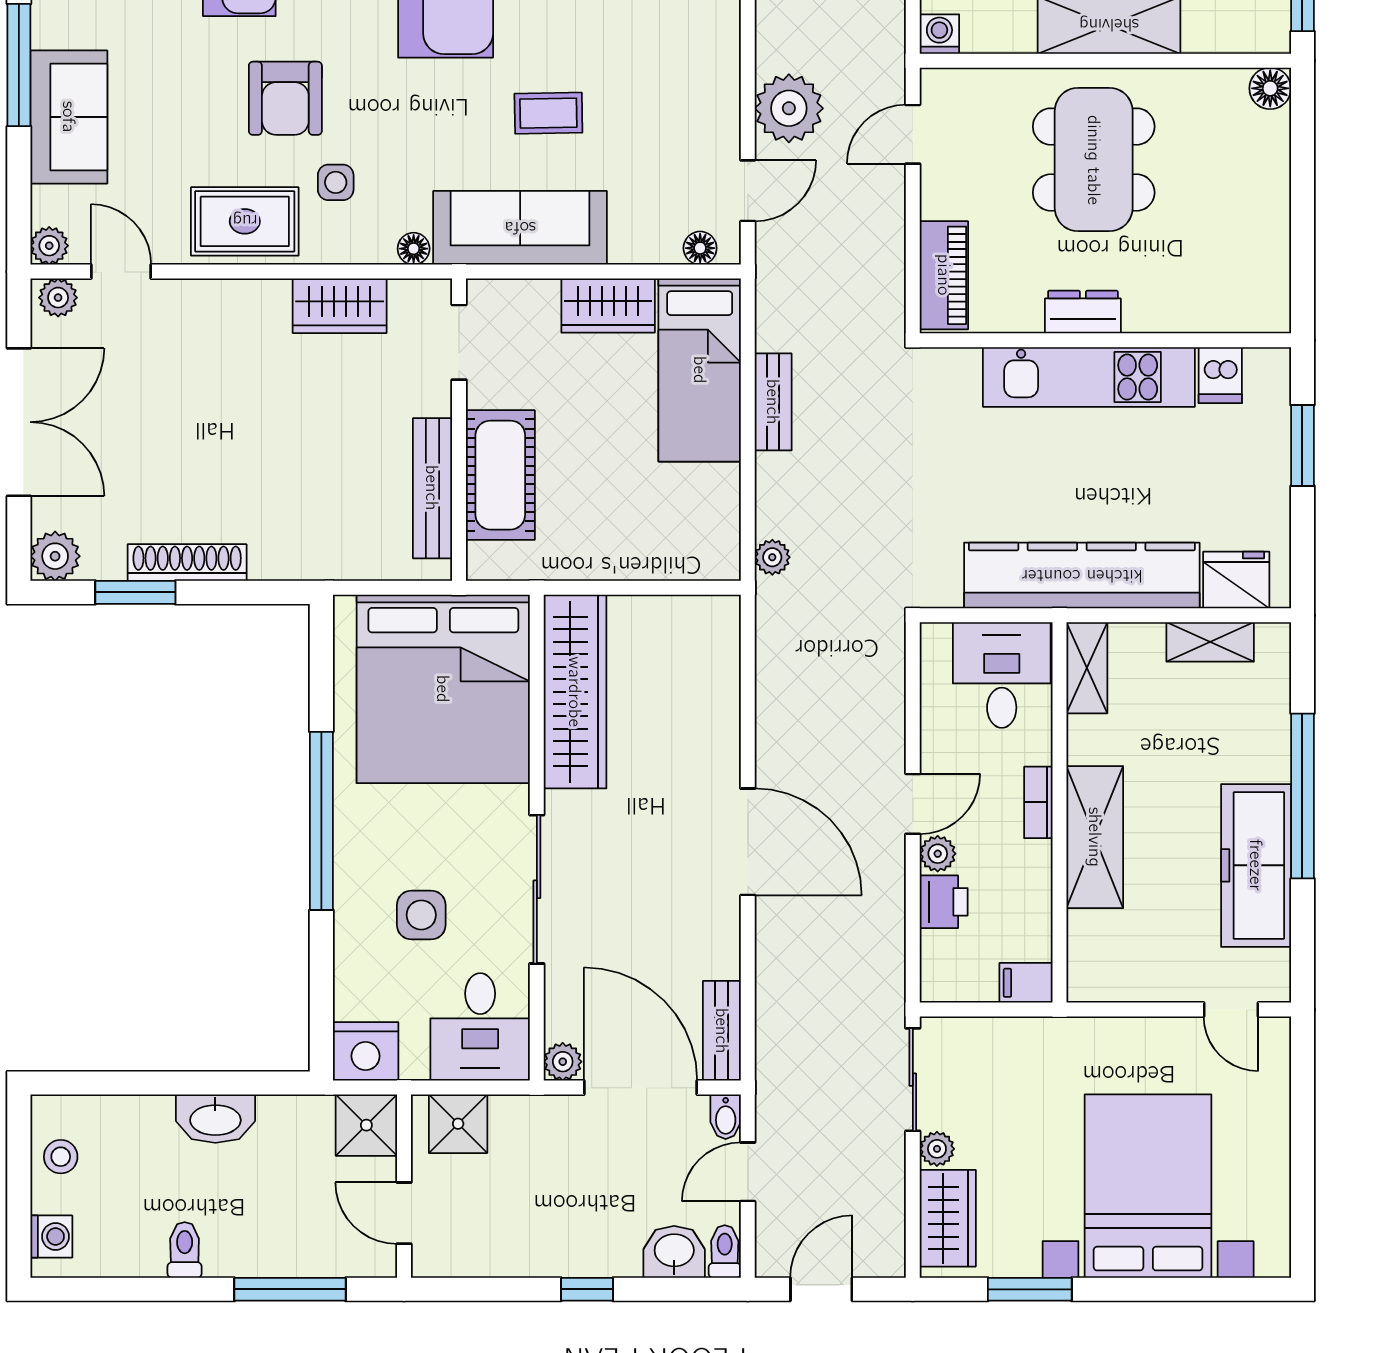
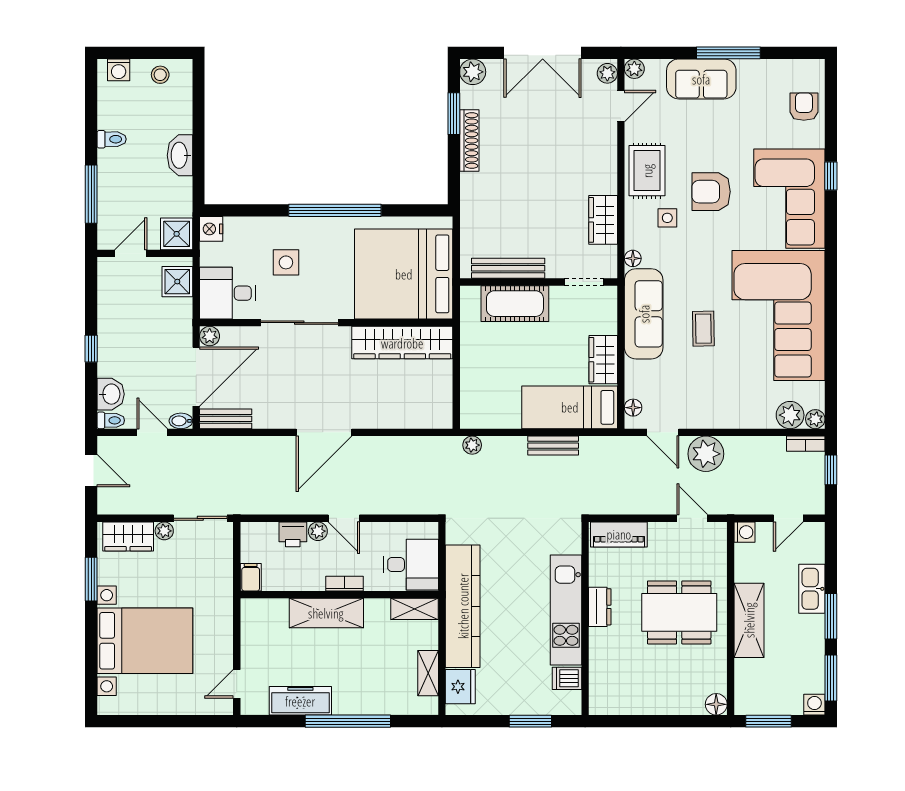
freezer: (1256, 865) -> (300, 701), width x0.73, depth x0.79
nightstand: (366, 1051) -> (211, 229), width x0.74, depth x0.75

